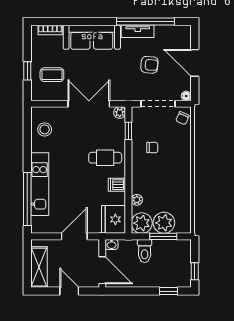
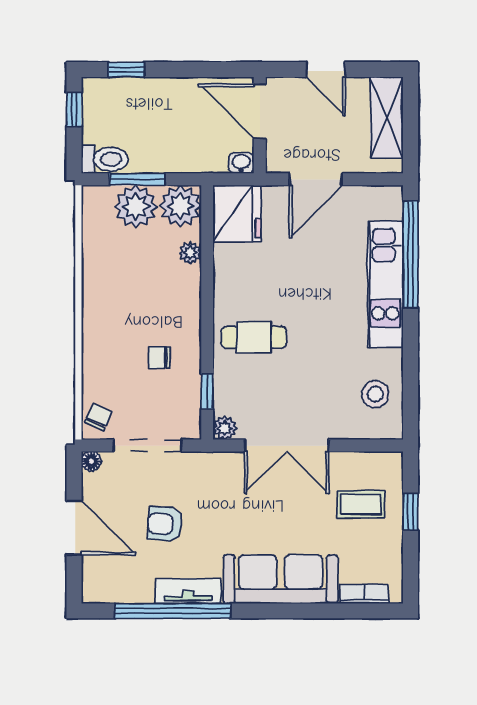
dishwasher: (117, 185) -> (230, 283), removed
toilet: (145, 251) -> (105, 159), moved, turned 90

